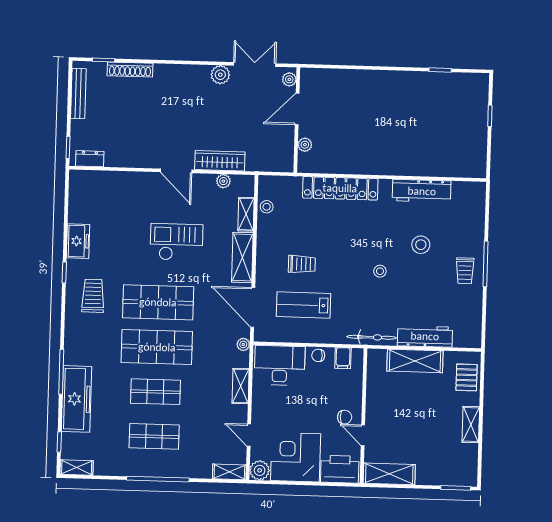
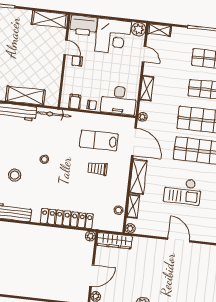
plant: (305, 145) -> (90, 236), moved
wardrobe: (220, 161) -> (114, 241), moved
plant: (223, 181) -> (130, 228), moved
lab bench: (304, 305) -> (99, 140), turned 180

